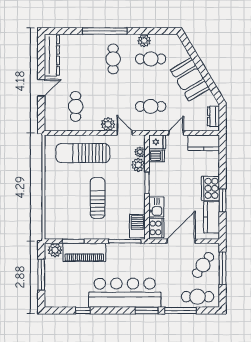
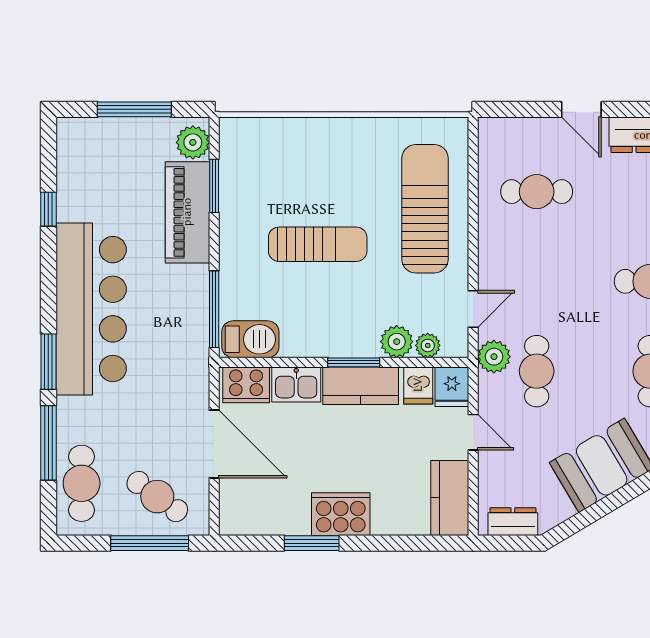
plant: (108, 124) -> (494, 357), moved
kitchen counter: (211, 217) -> (361, 386), moved, turned 180

